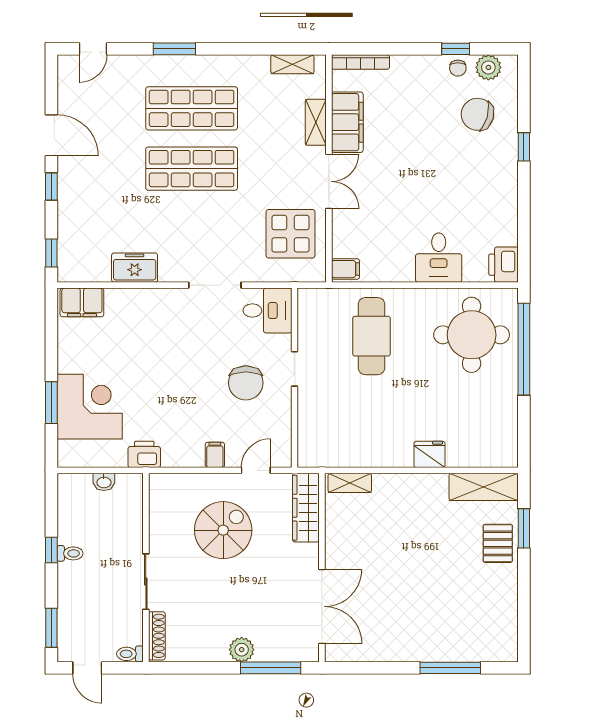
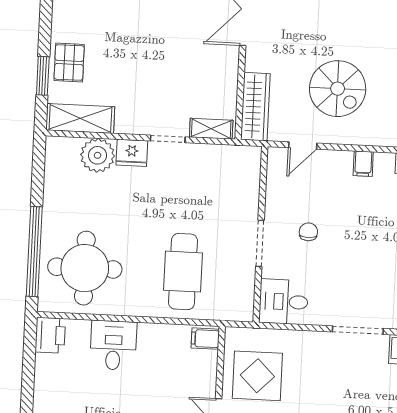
doorway: (215, 285) -> (358, 330), moved
doorway: (294, 369) -> (260, 243), width x1.38
chair: (246, 383) -> (308, 232), width x0.54, depth x0.54
plant: (464, 450) -> (98, 155), added
filing cabinet: (215, 455) -> (363, 164), moved
doorway: (394, 470) -> (168, 139), added
spiral stairs: (223, 530) -> (338, 89), turned -90

